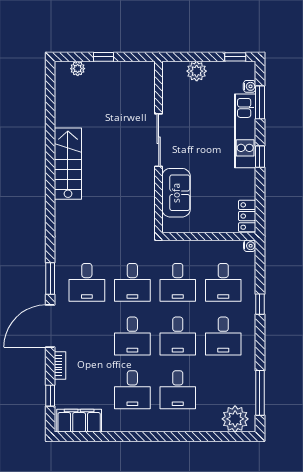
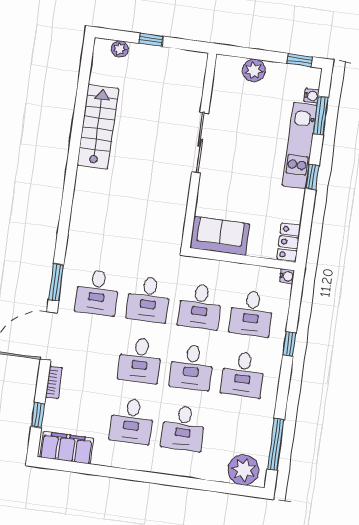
stairs: (68, 164) -> (98, 127), moved
sofa: (176, 193) -> (220, 236), moved, turned -90

